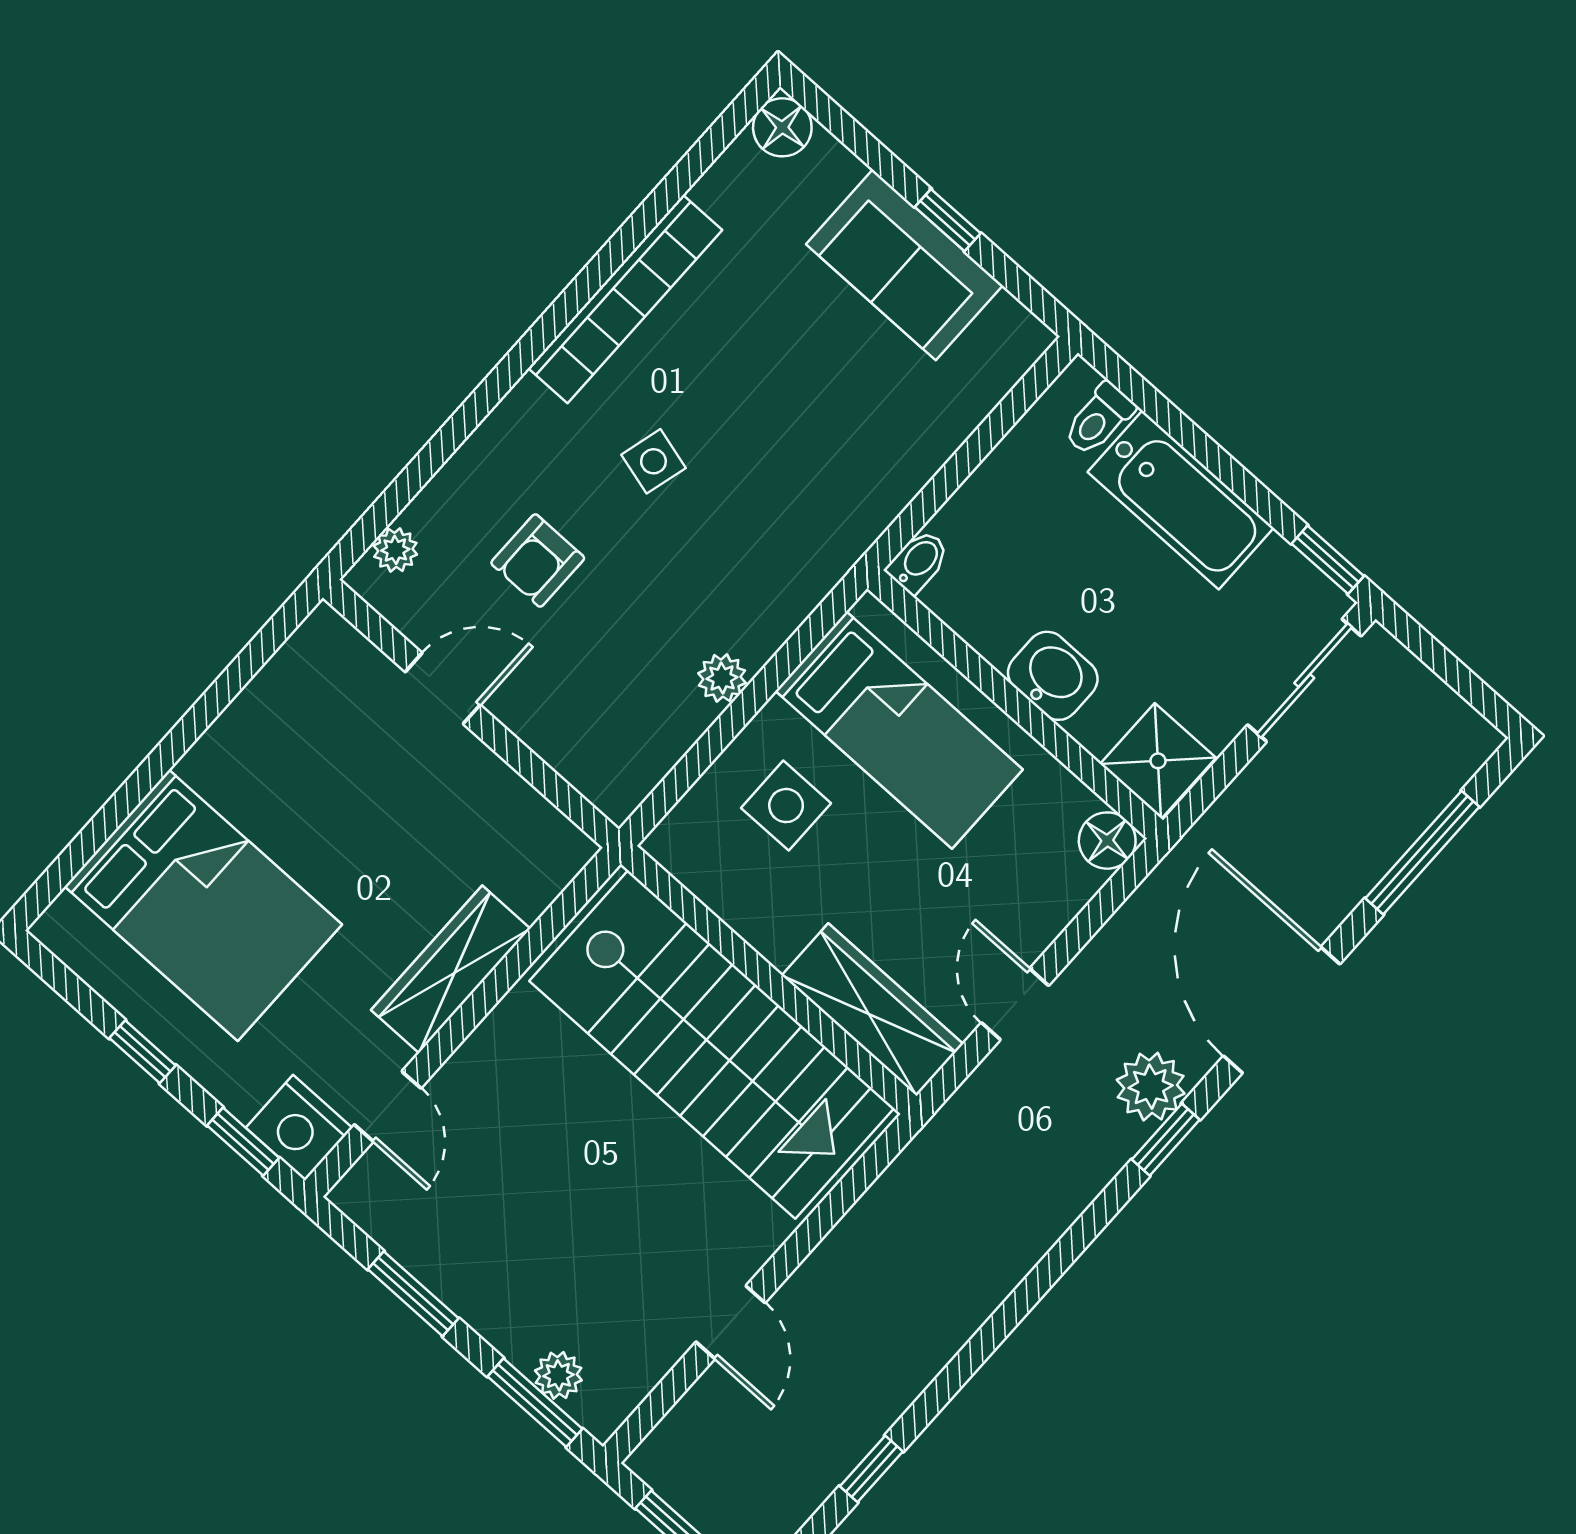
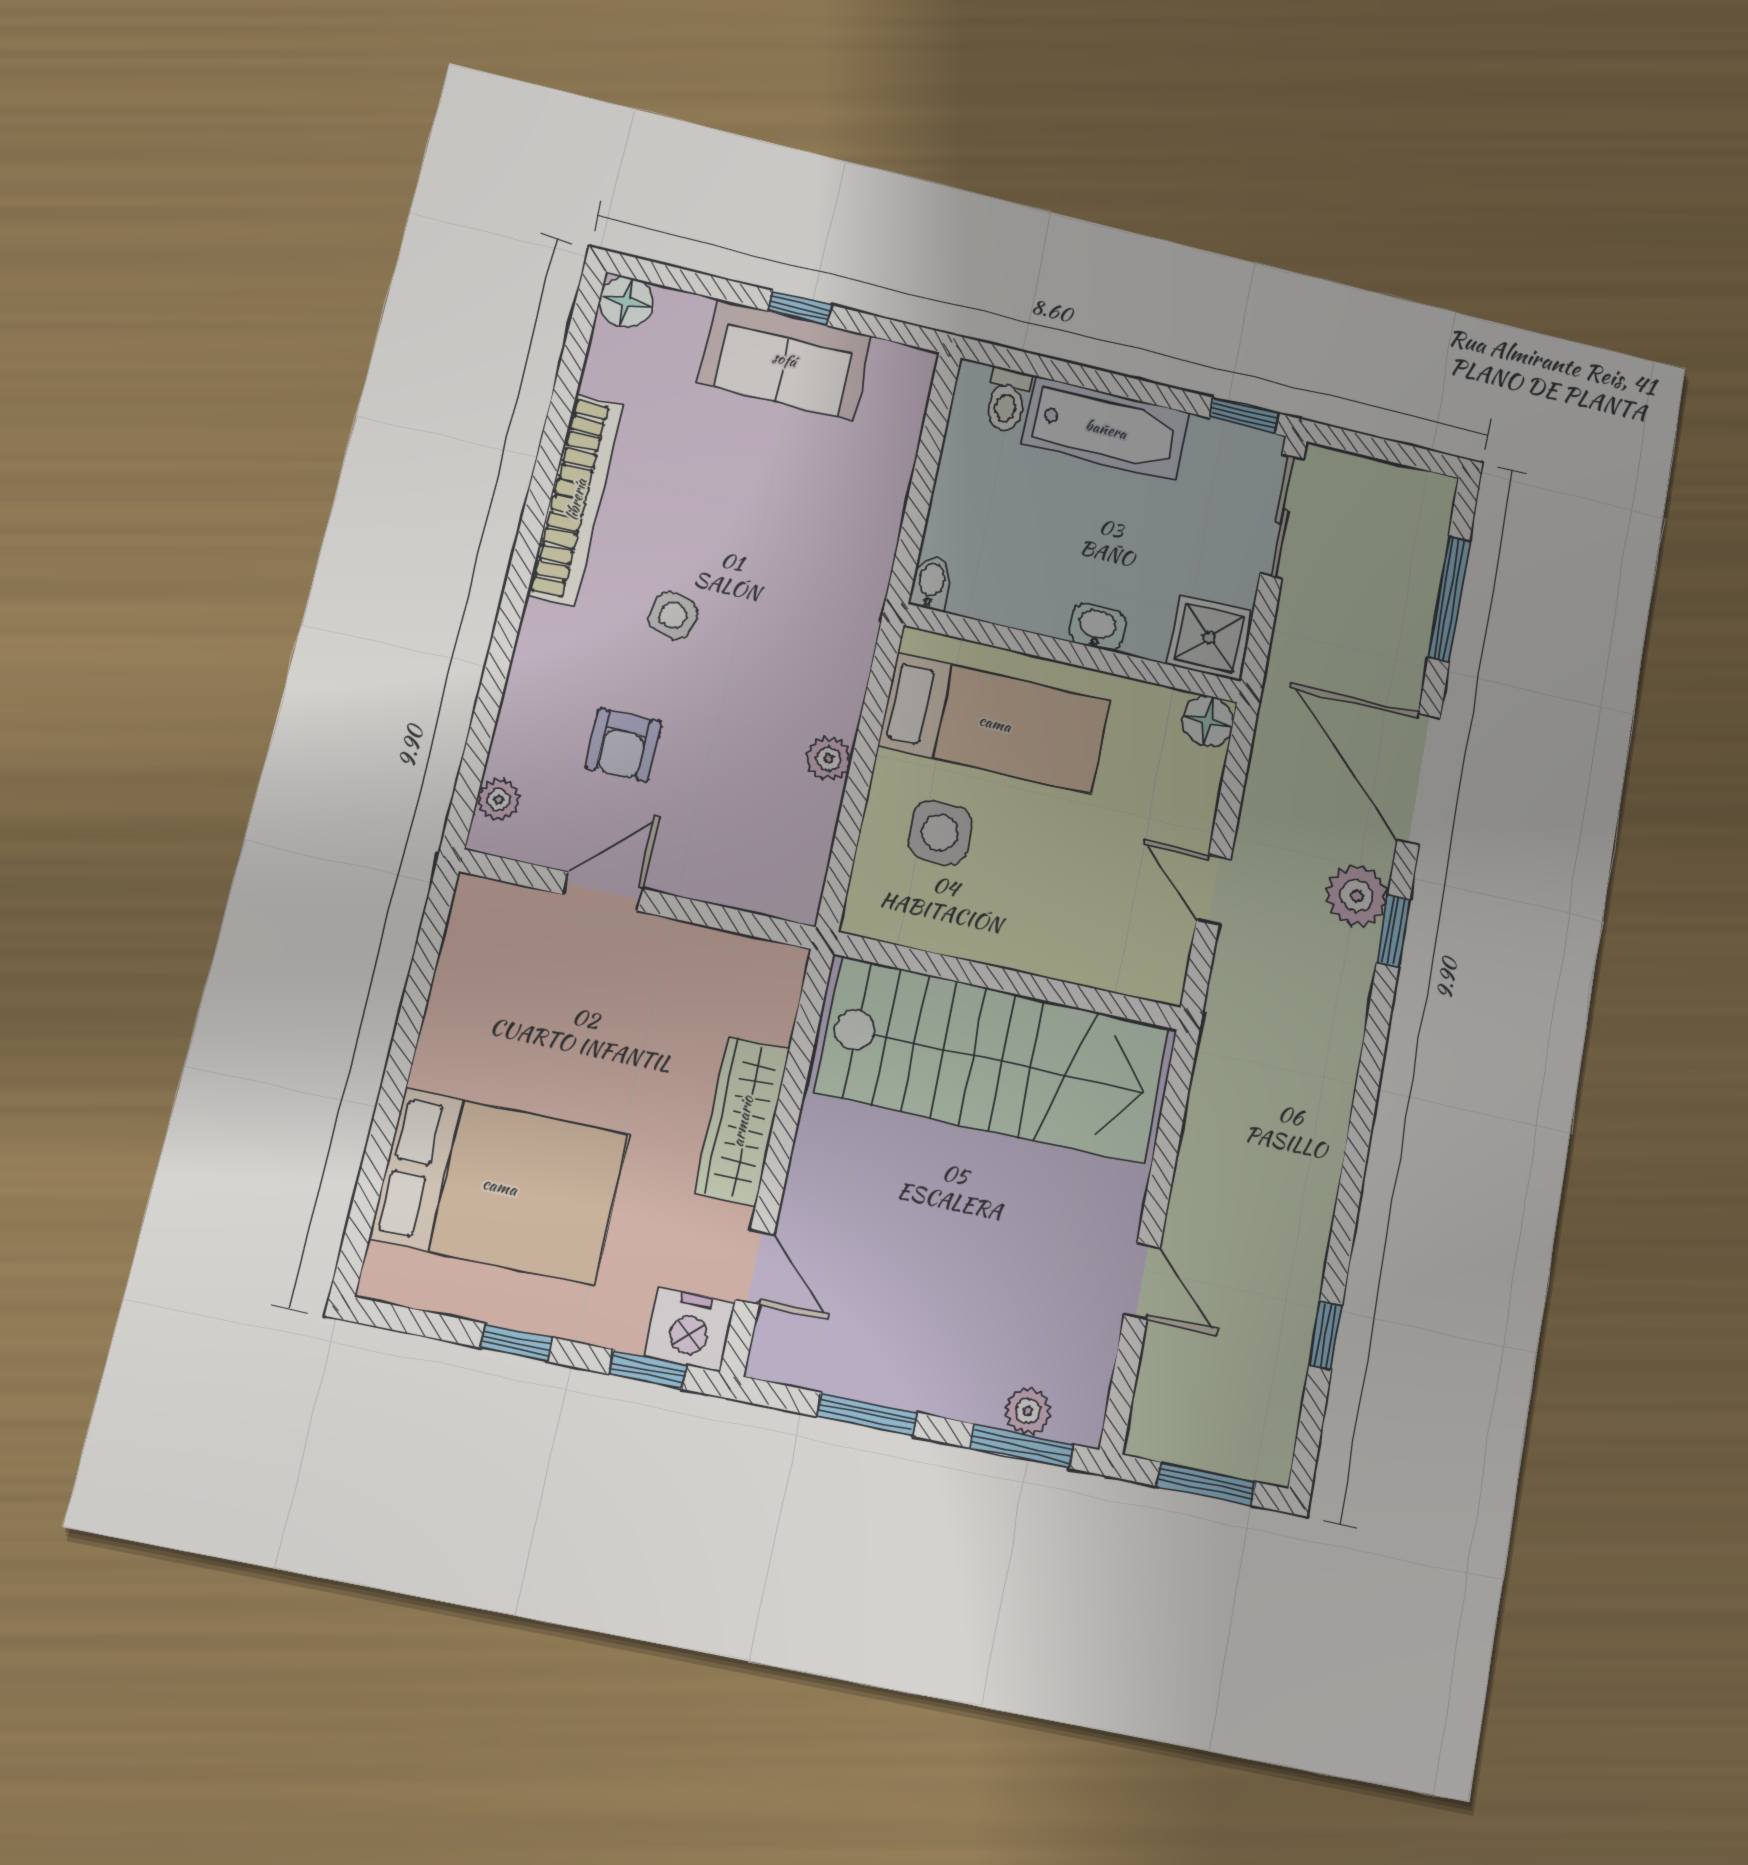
washbasin: (1053, 676) -> (1097, 627), width x0.72, depth x0.69
wardrobe: (873, 1010) -> (1105, 958), removed

